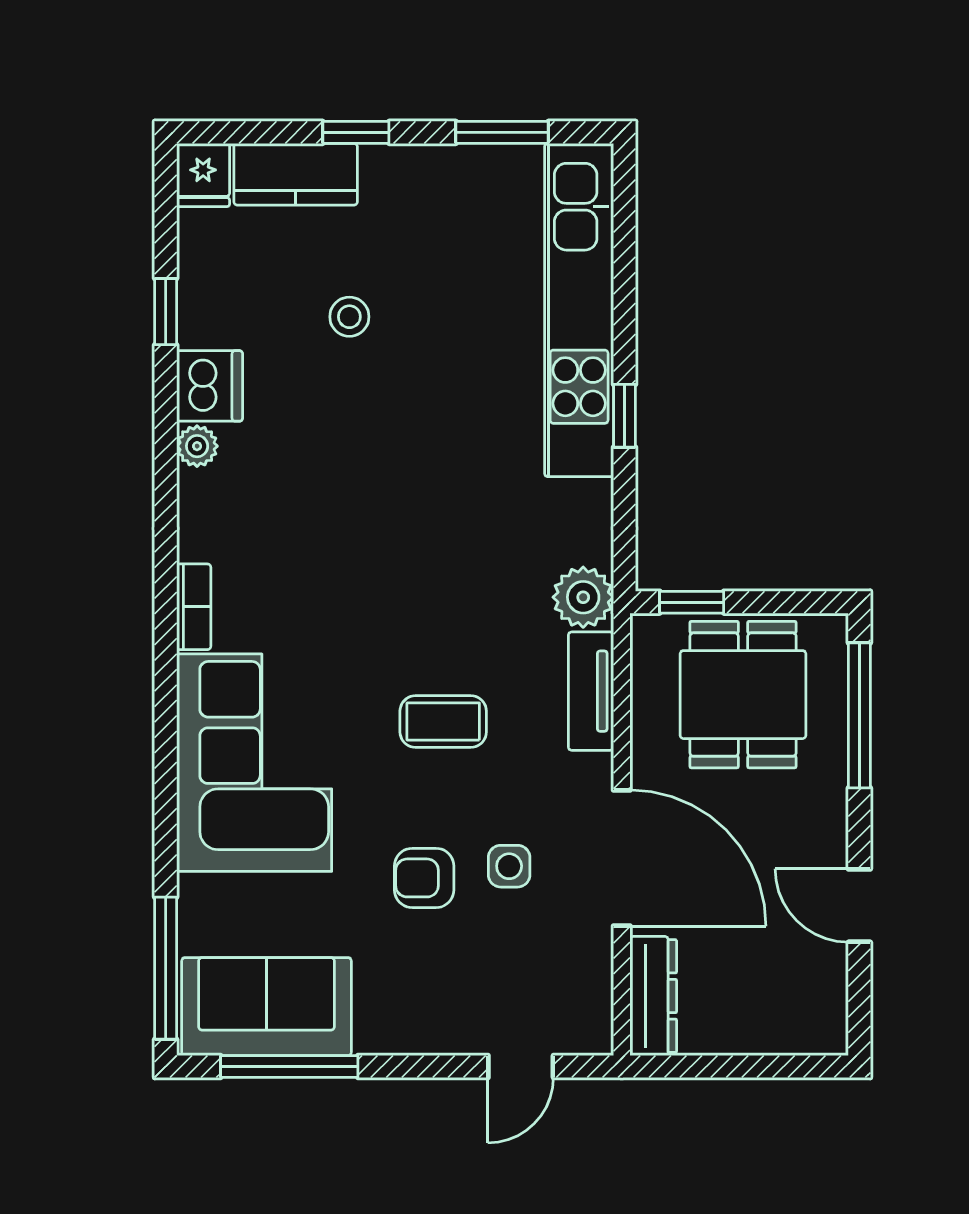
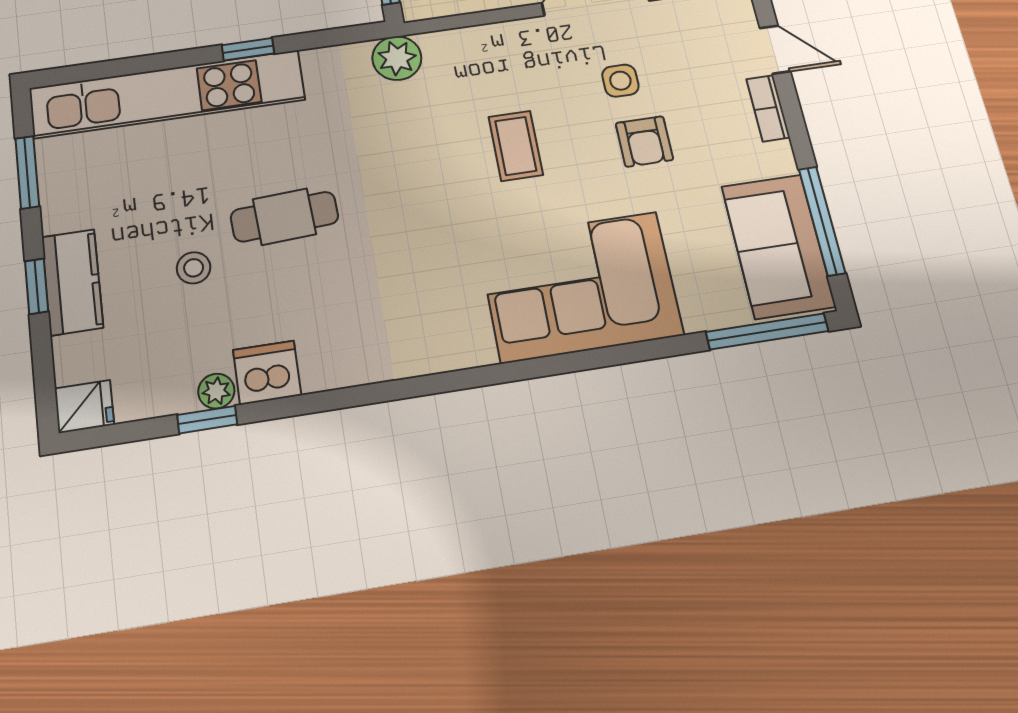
kitchen counter: (296, 174) -> (72, 282), moved
cafe table: (396, 431) -> (284, 217), added
plant: (197, 446) -> (216, 391), moved
bookcase: (194, 607) -> (768, 108), moved, turned -90
tv unit: (591, 691) -> (470, 42), removed

